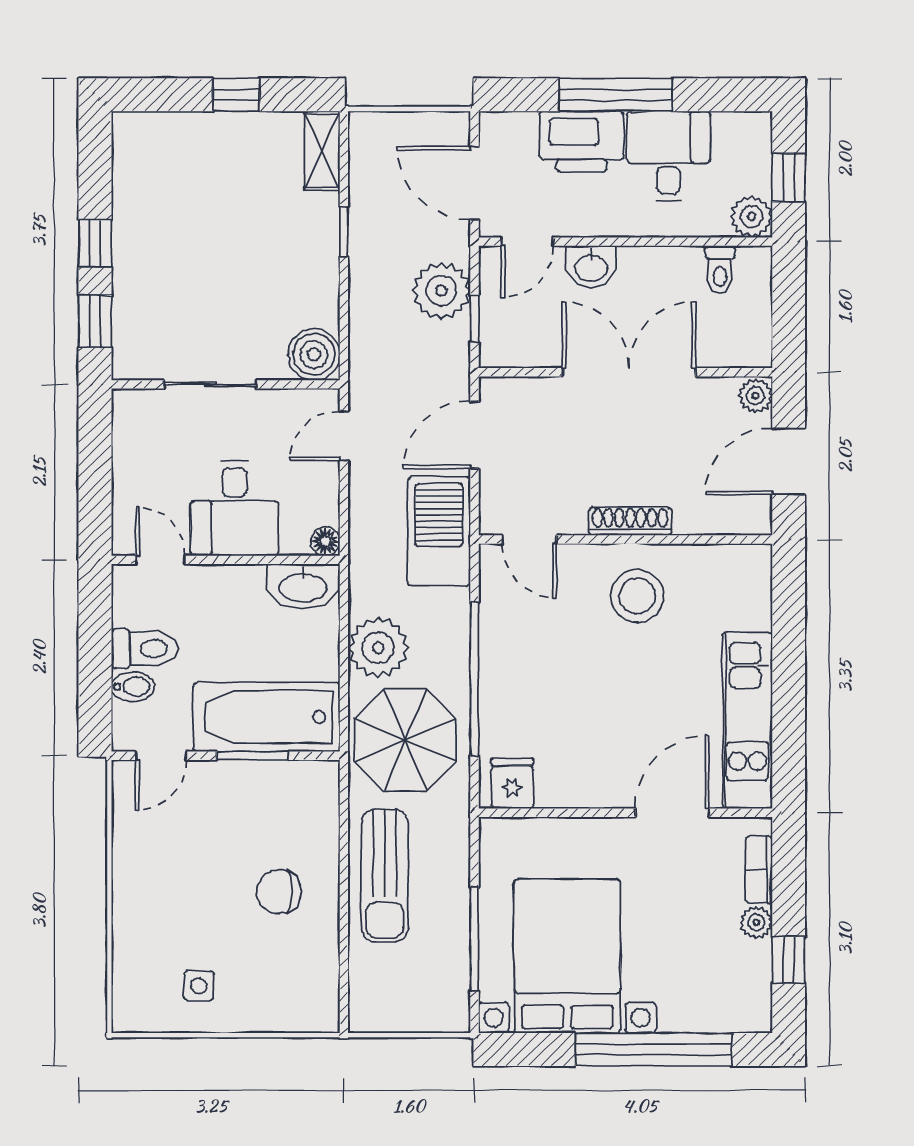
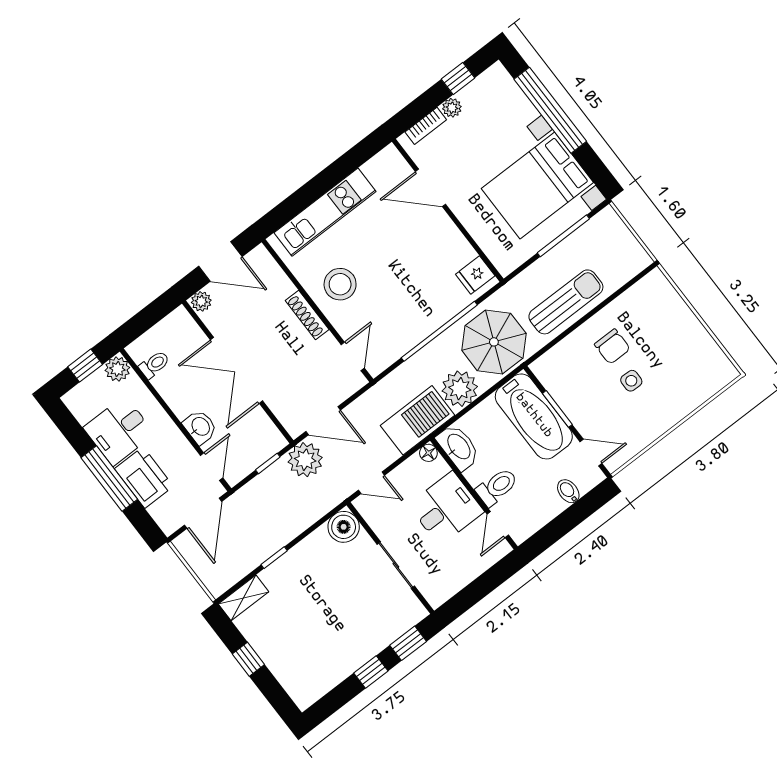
door: (527, 242) -> (212, 467), hinge flipped
plant: (441, 291) -> (305, 460), moved
barbecue: (439, 531) -> (417, 420), moved, turned 180
toilet: (144, 649) -> (497, 487), moved, turned 90
kitchen unit: (747, 720) -> (325, 212), moved
side table: (199, 986) -> (631, 381), moved

